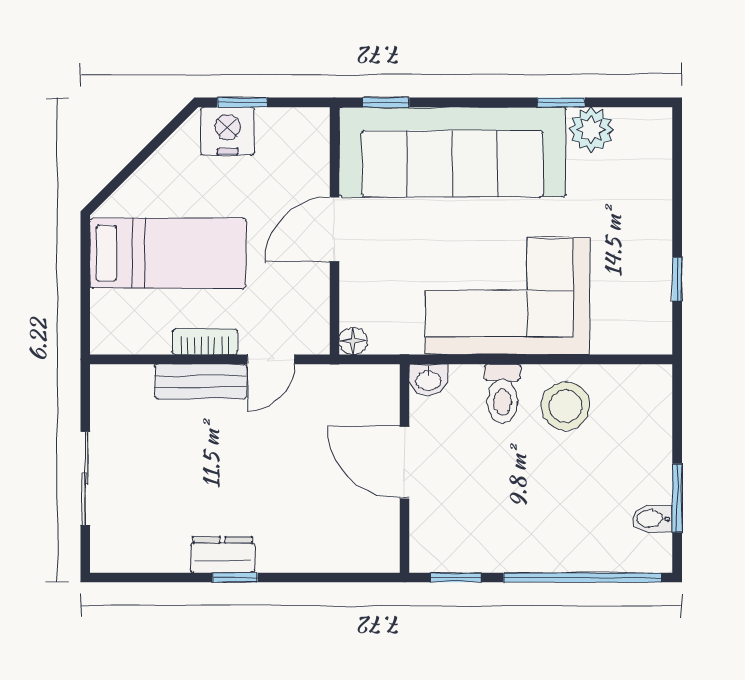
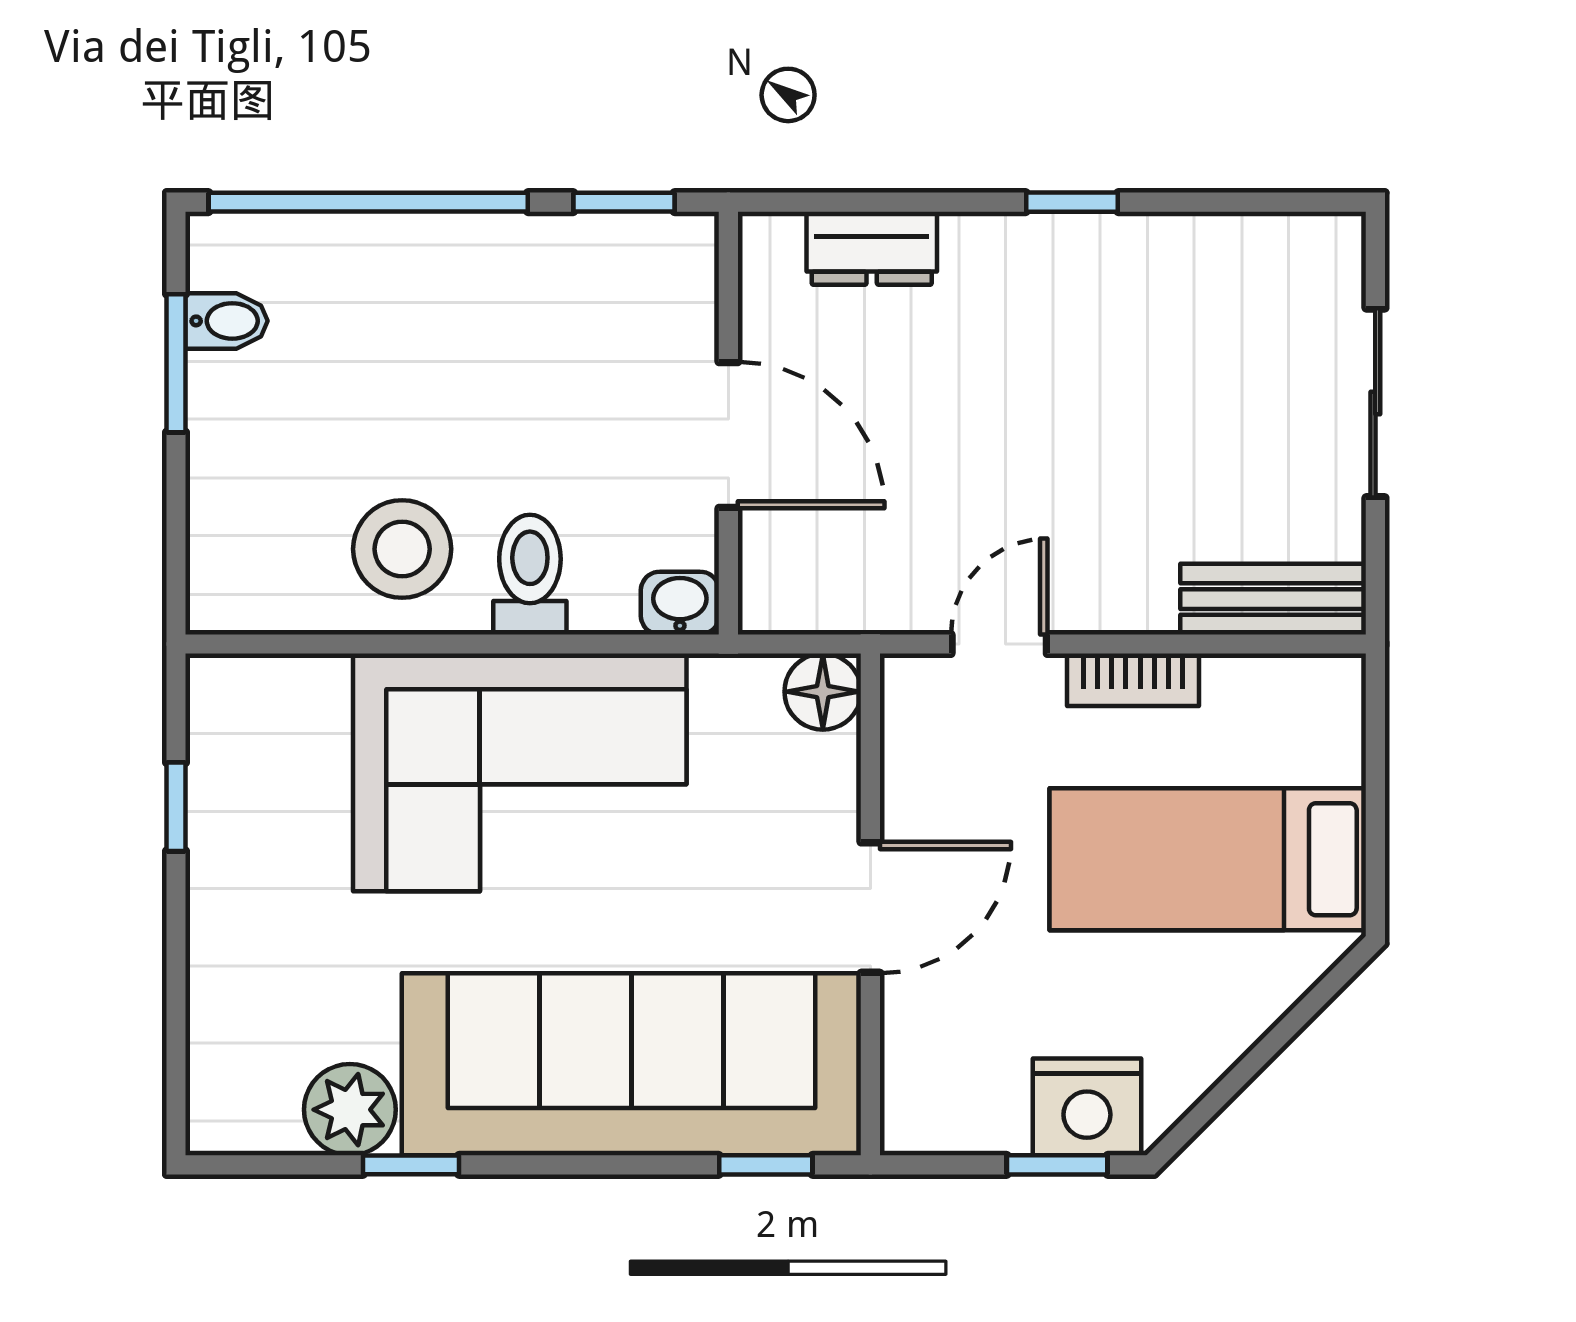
floor lamp: (353, 341) -> (823, 692), width x1.37, depth x1.37
bench: (201, 382) -> (1273, 599), moved
dresser: (222, 555) -> (872, 248), moved

